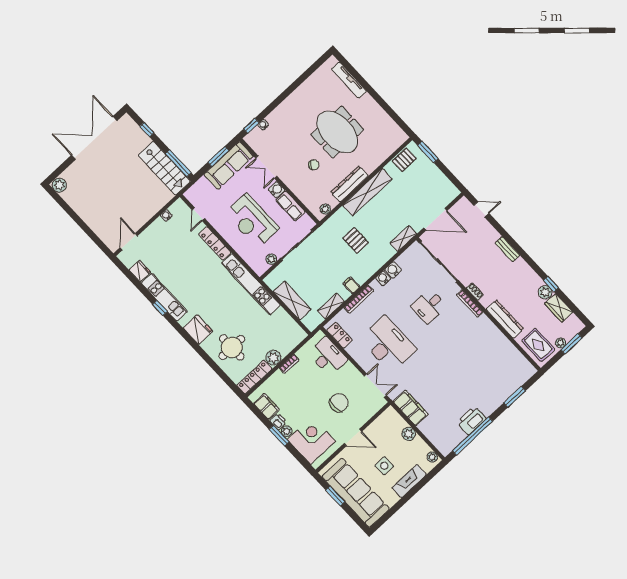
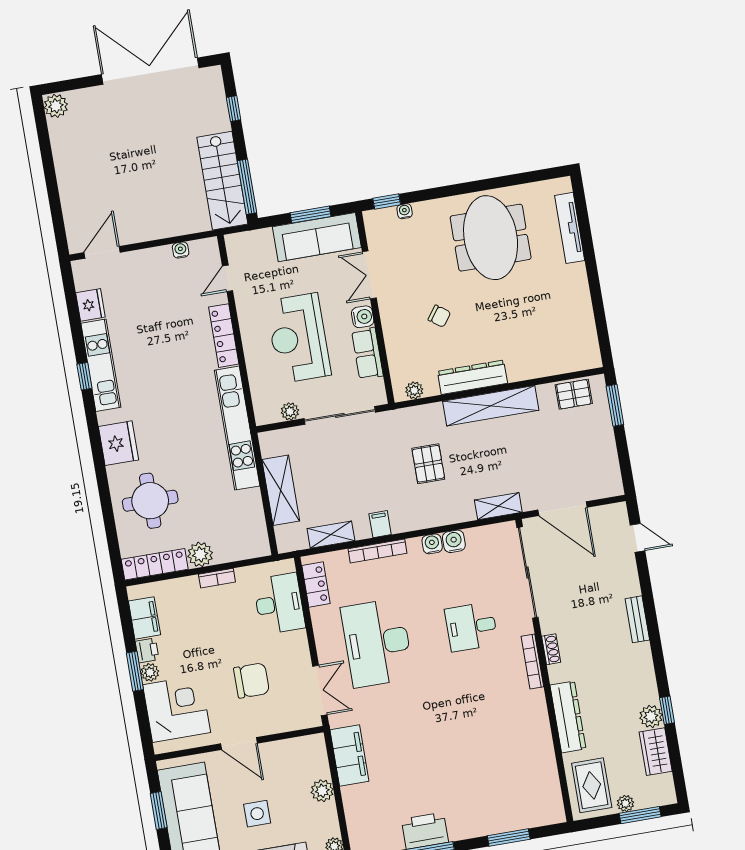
meeting table: (337, 132) -> (491, 238), moved
desk: (388, 344) -> (377, 643), turned 180

